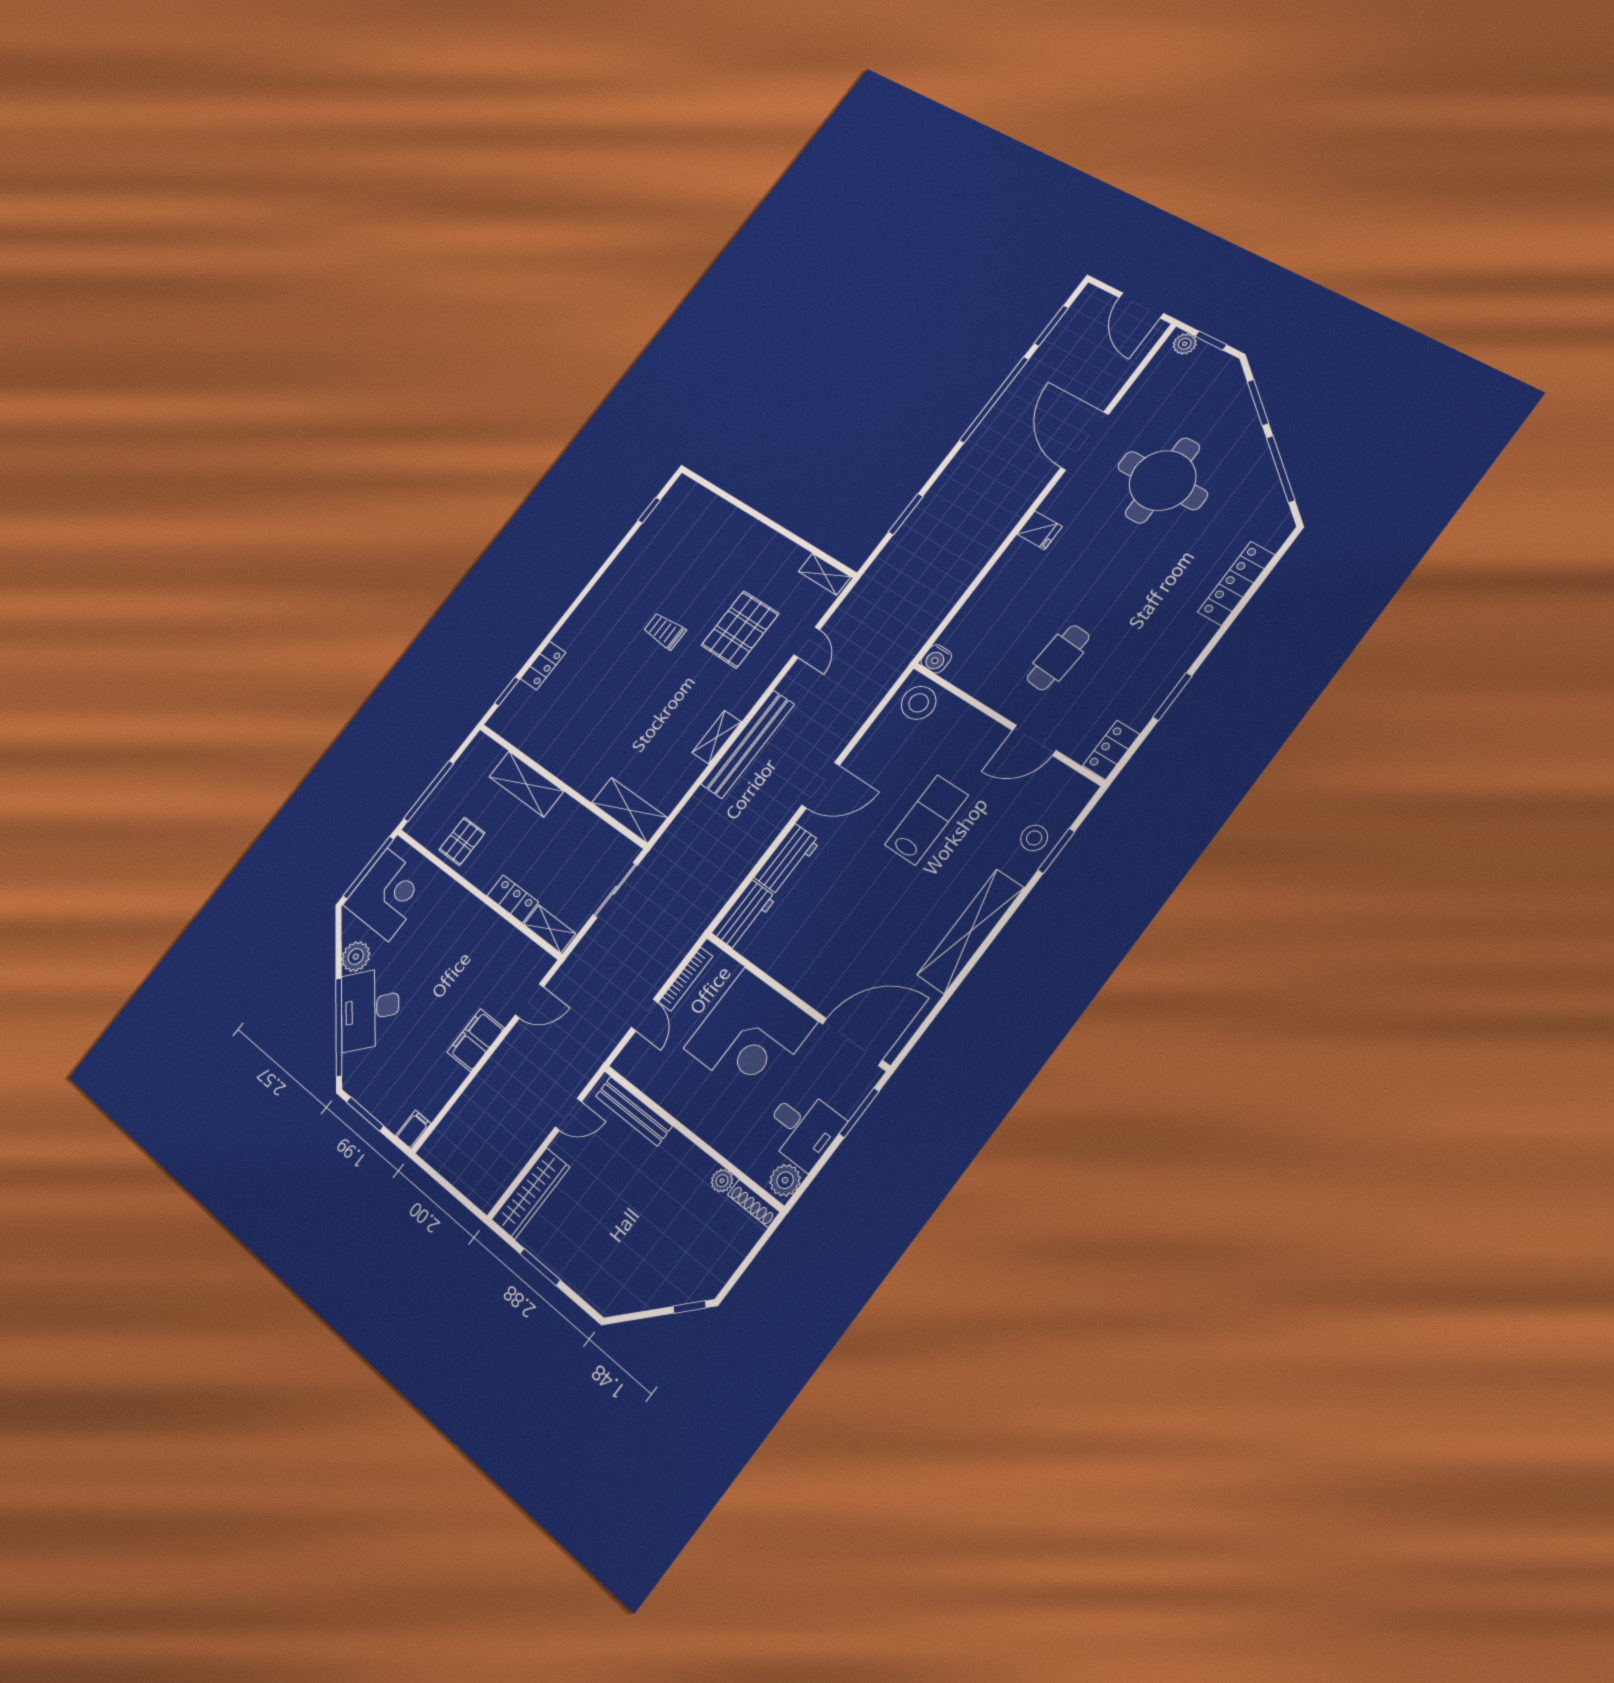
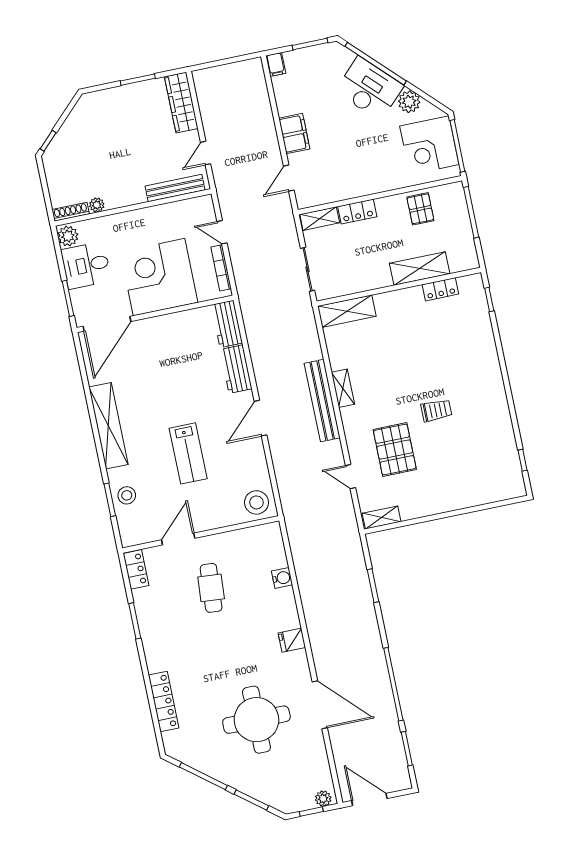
water cooler: (936, 659) -> (282, 578), moved, turned 90
locker: (543, 666) -> (440, 289), moved, turned -90

